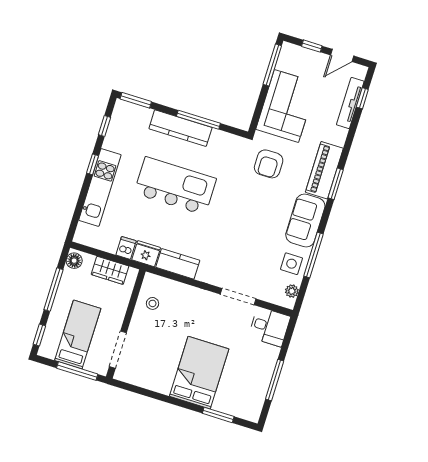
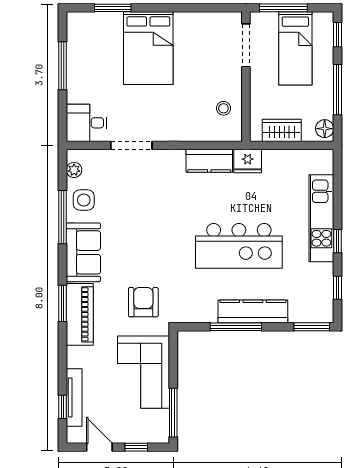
door: (342, 55) -> (99, 447), hinge flipped
dishwasher: (126, 248) -> (272, 161), removed

